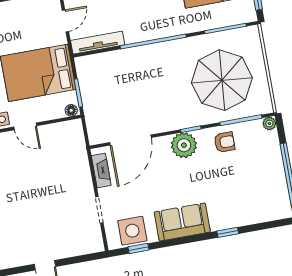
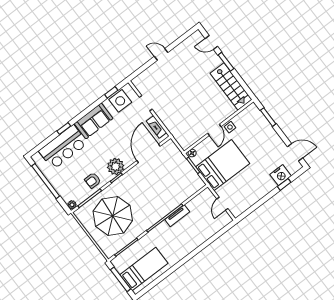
tv unit: (98, 43) -> (177, 216), moved, width x0.71
door: (25, 126) -> (214, 130), swing flipped
bar counter: (241, 208) -> (63, 147), added

